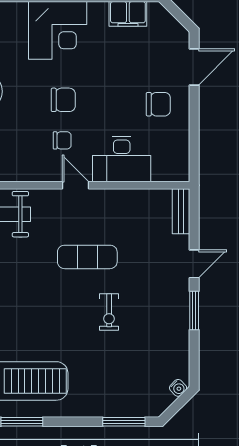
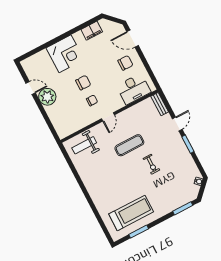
door: (194, 67) -> (133, 39), swing flipped
desk: (122, 159) -> (134, 89), moved
door: (76, 185) -> (108, 117), swing flipped

